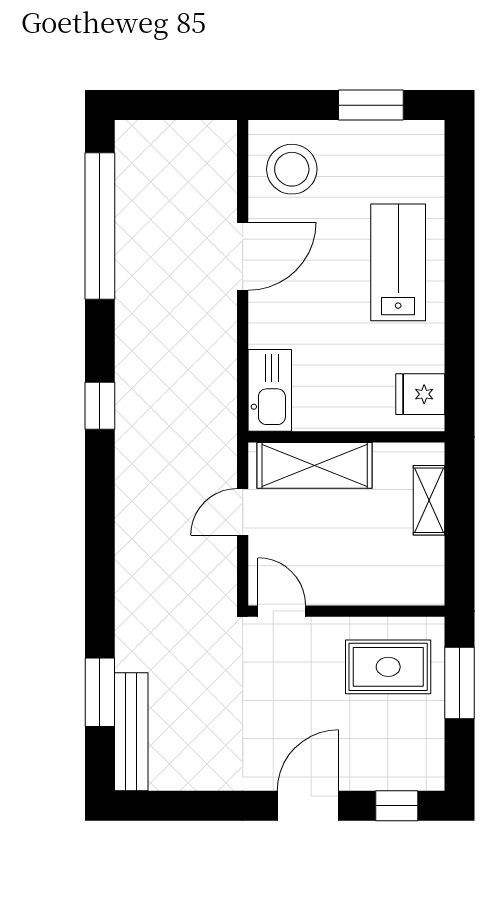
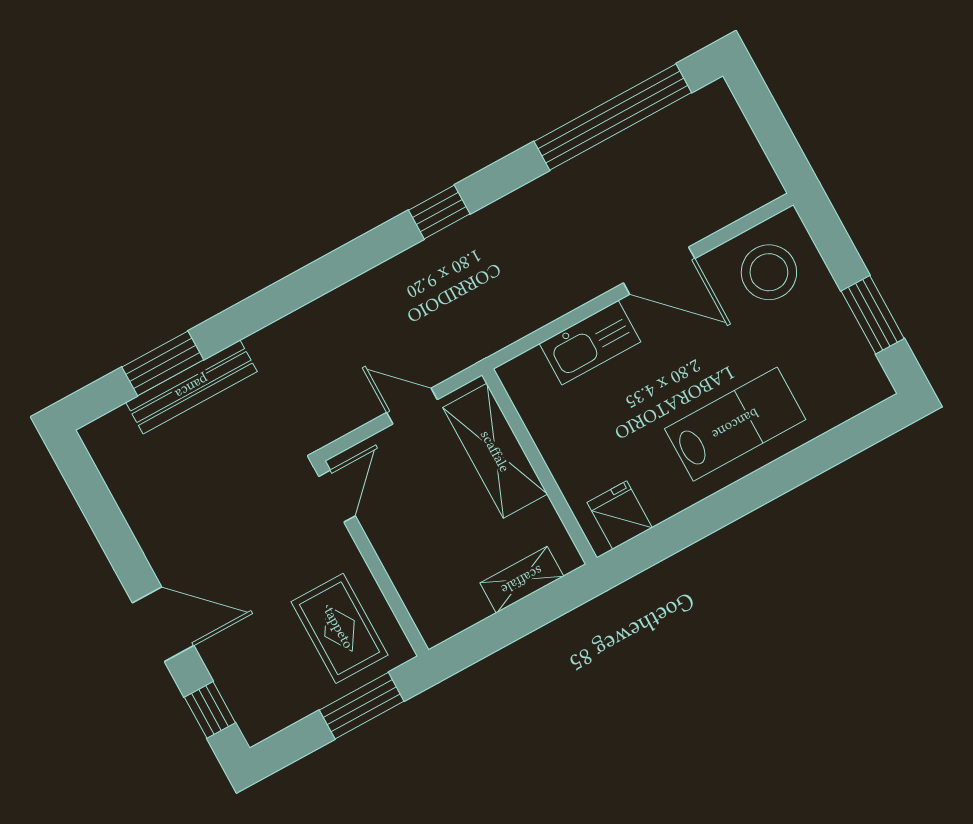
kitchen sink: (270, 390) -> (590, 343), moved
bench: (131, 732) -> (192, 387), moved

